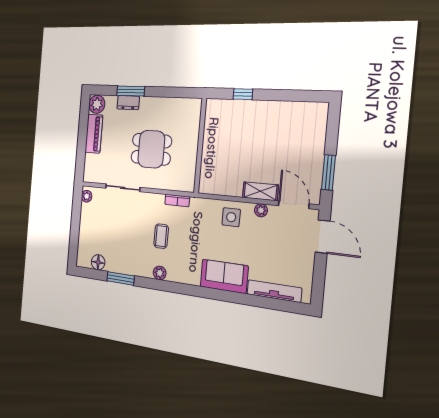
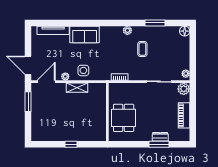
window: (243, 94) -> (71, 144), moved
plant: (97, 104) -> (184, 89), moved
dining table: (151, 149) -> (124, 118), moved, turned 90
shelving: (260, 191) -> (77, 88), moved
door: (294, 205) -> (46, 82), swing flipped
coffee table: (161, 236) -> (142, 49), moved
floor lamp: (98, 262) -> (185, 31), moved

